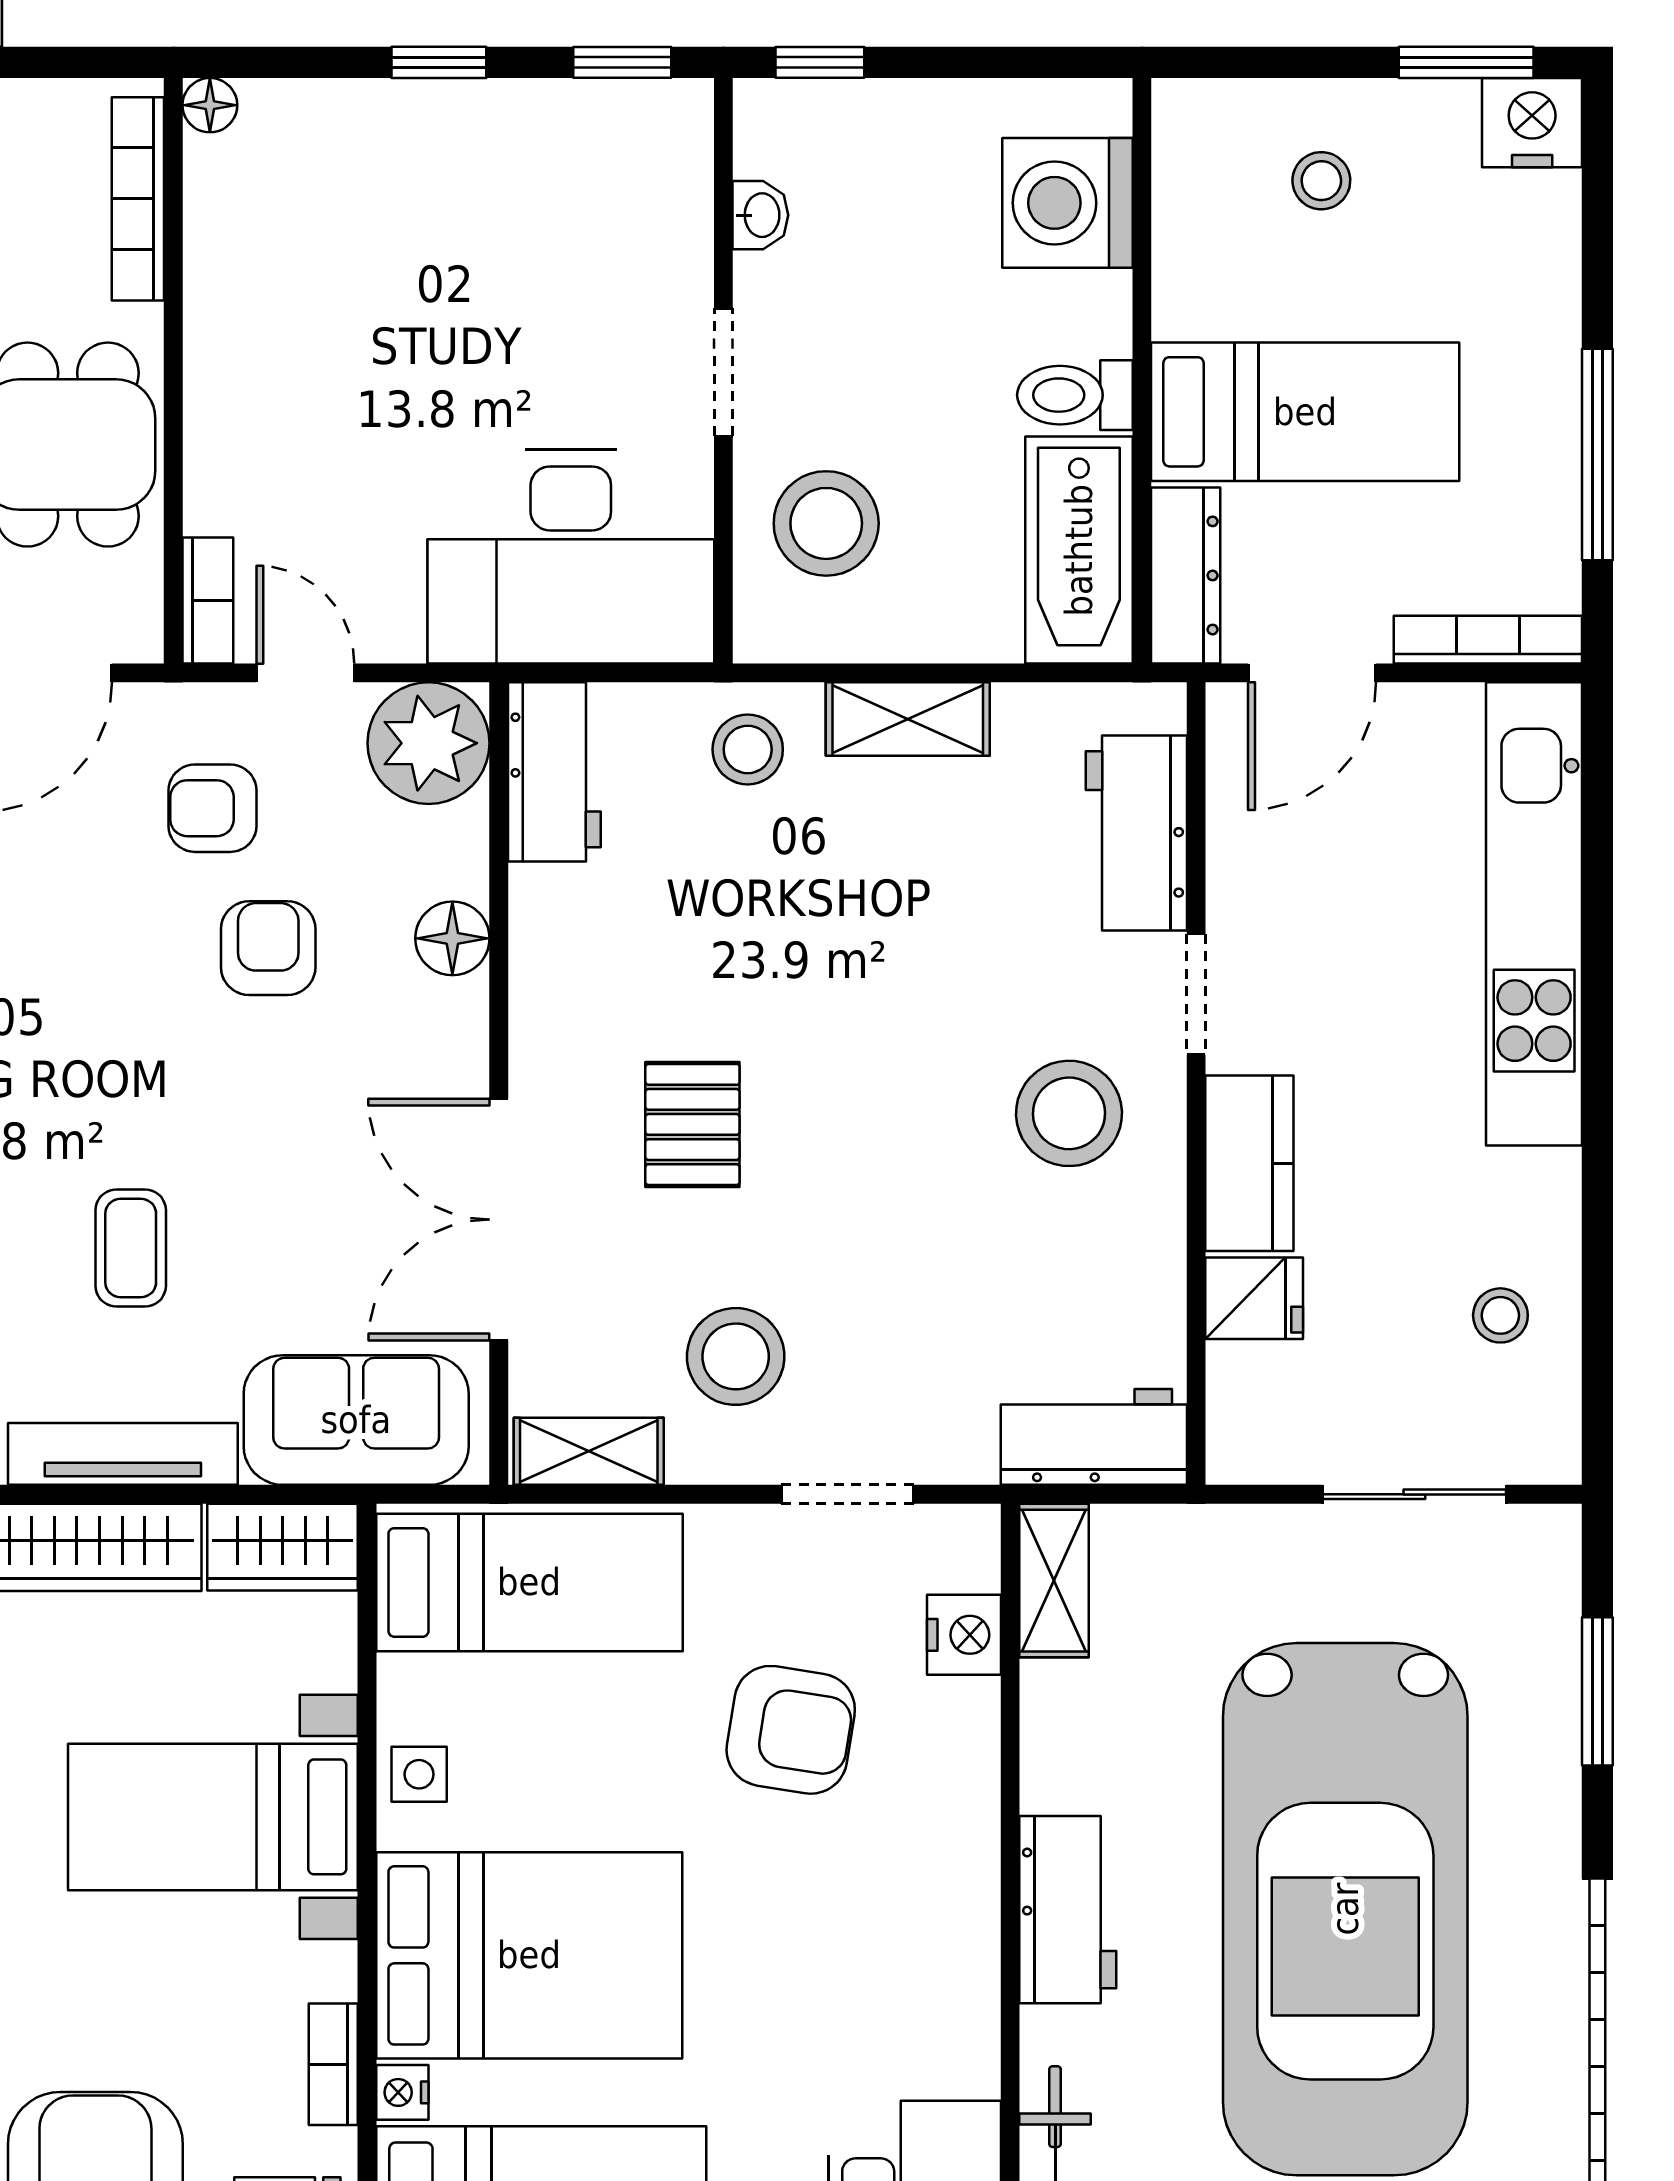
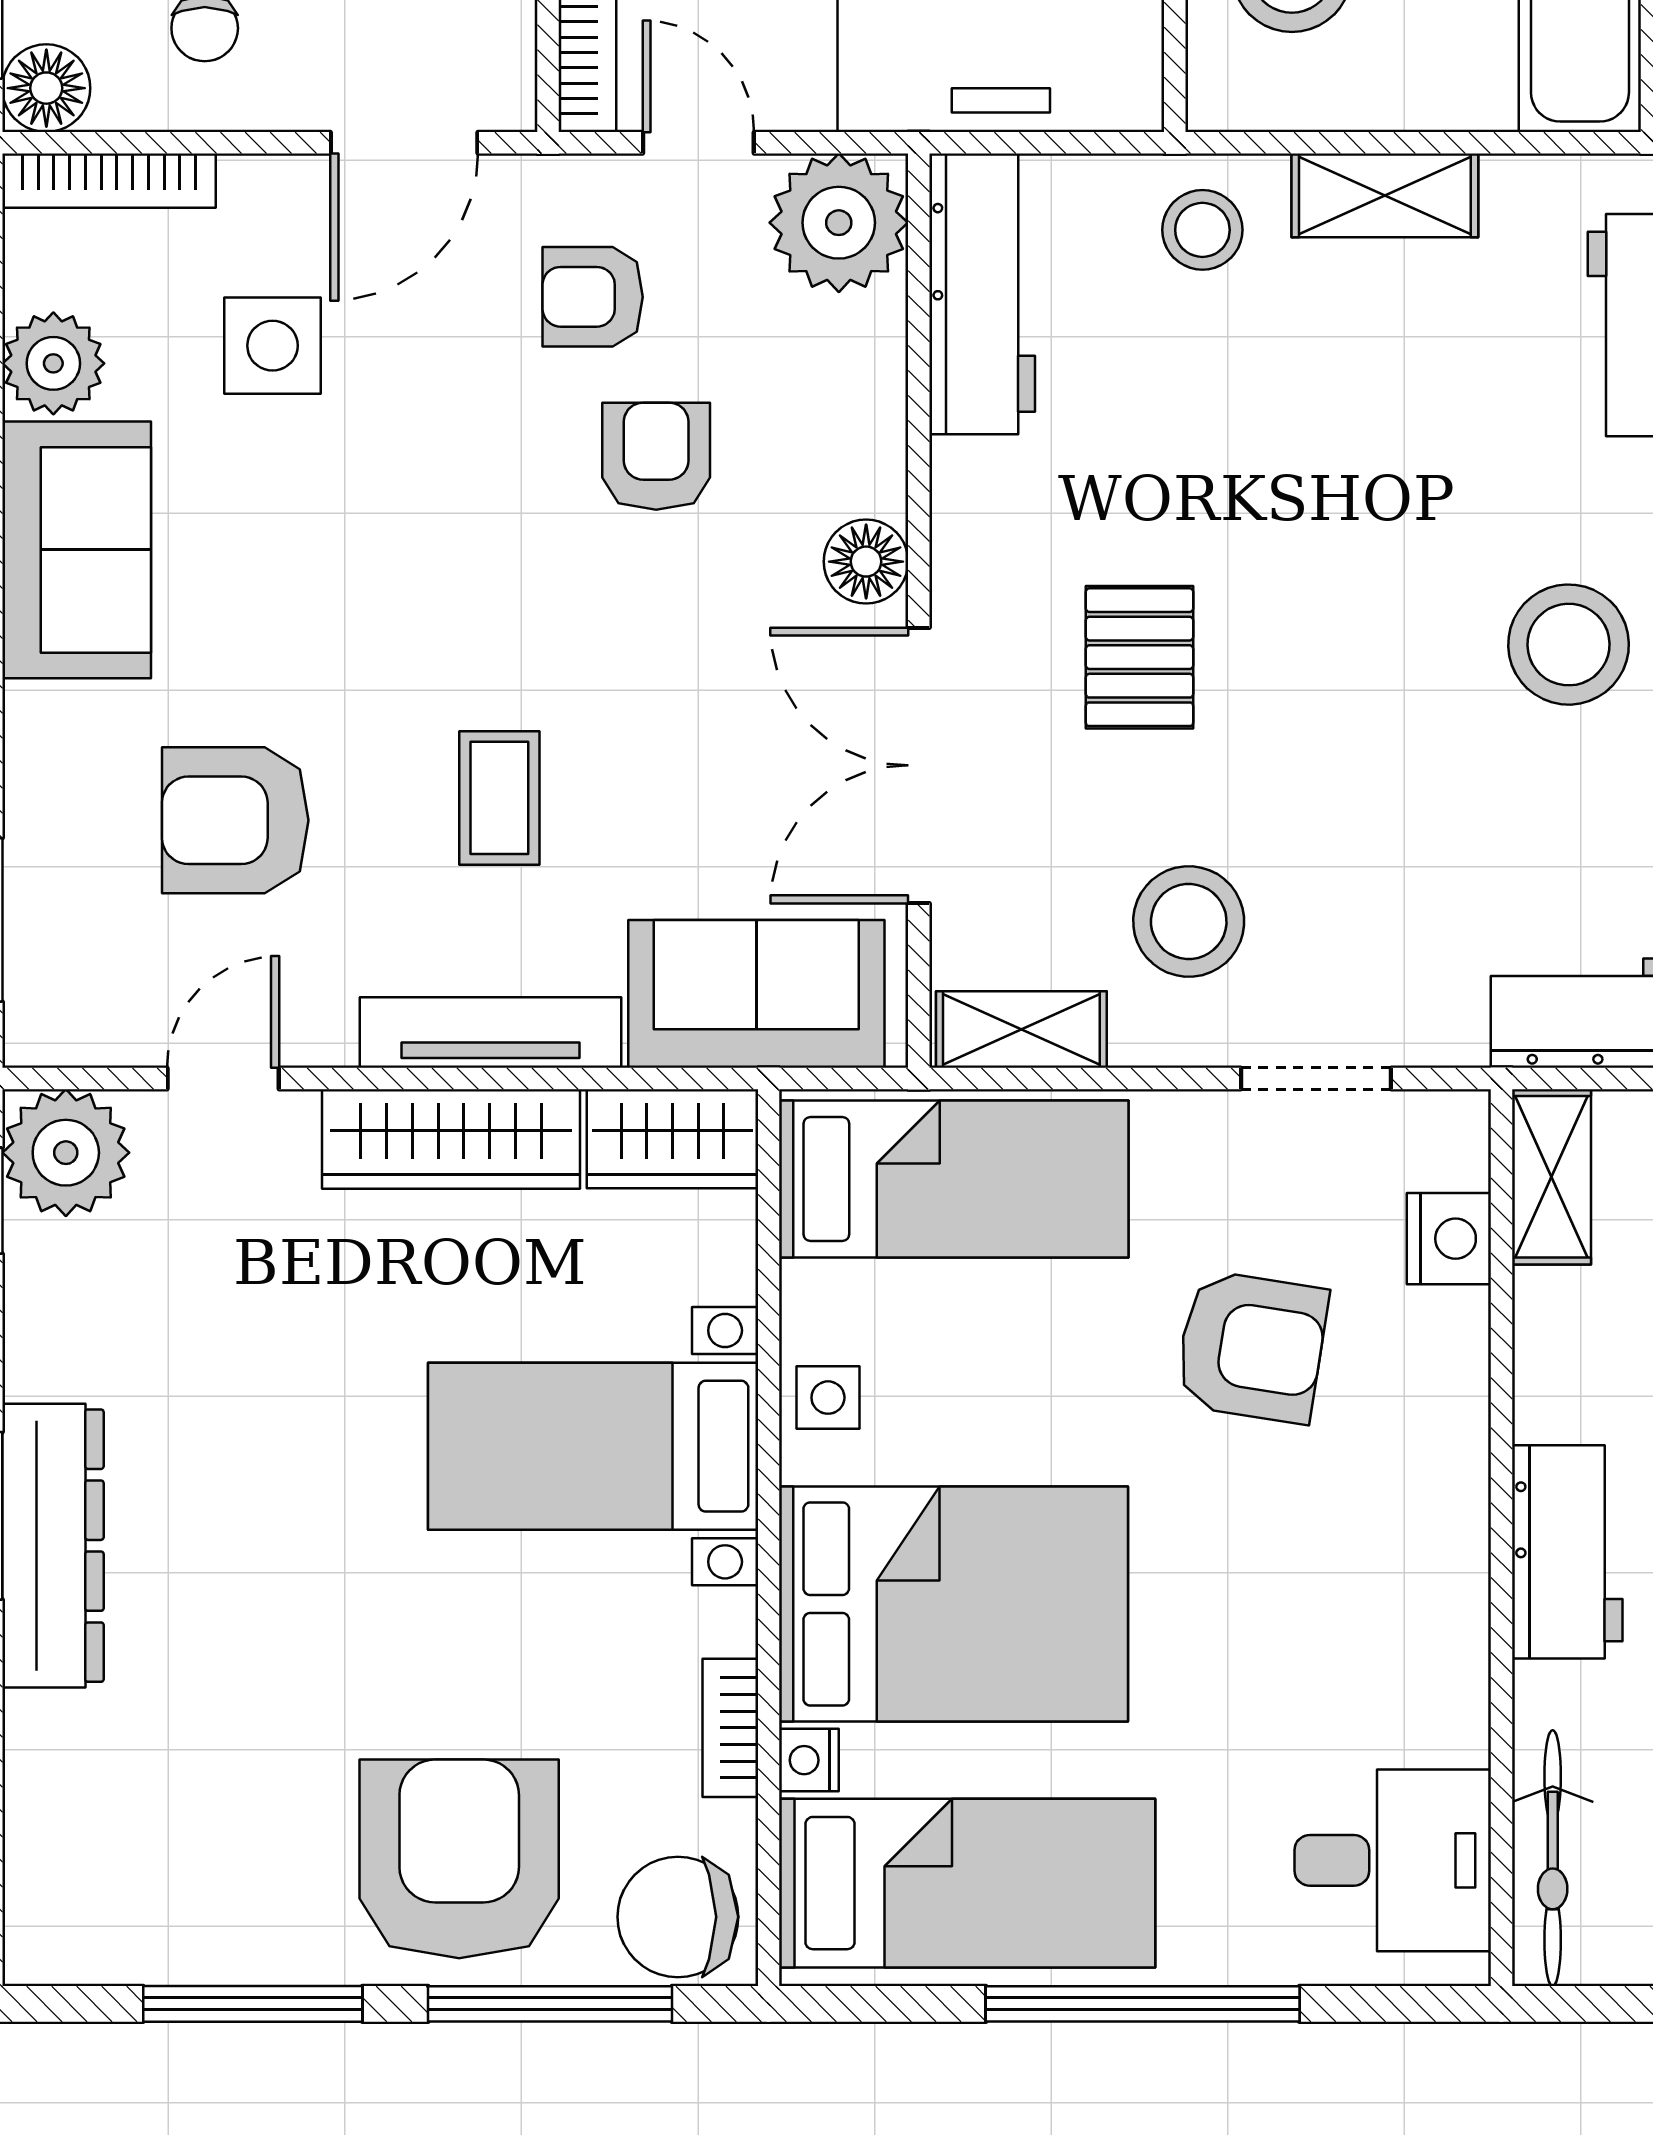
workbench: (554, 772) -> (982, 294), width x1.38
floor lamp: (452, 938) -> (866, 562), moved

